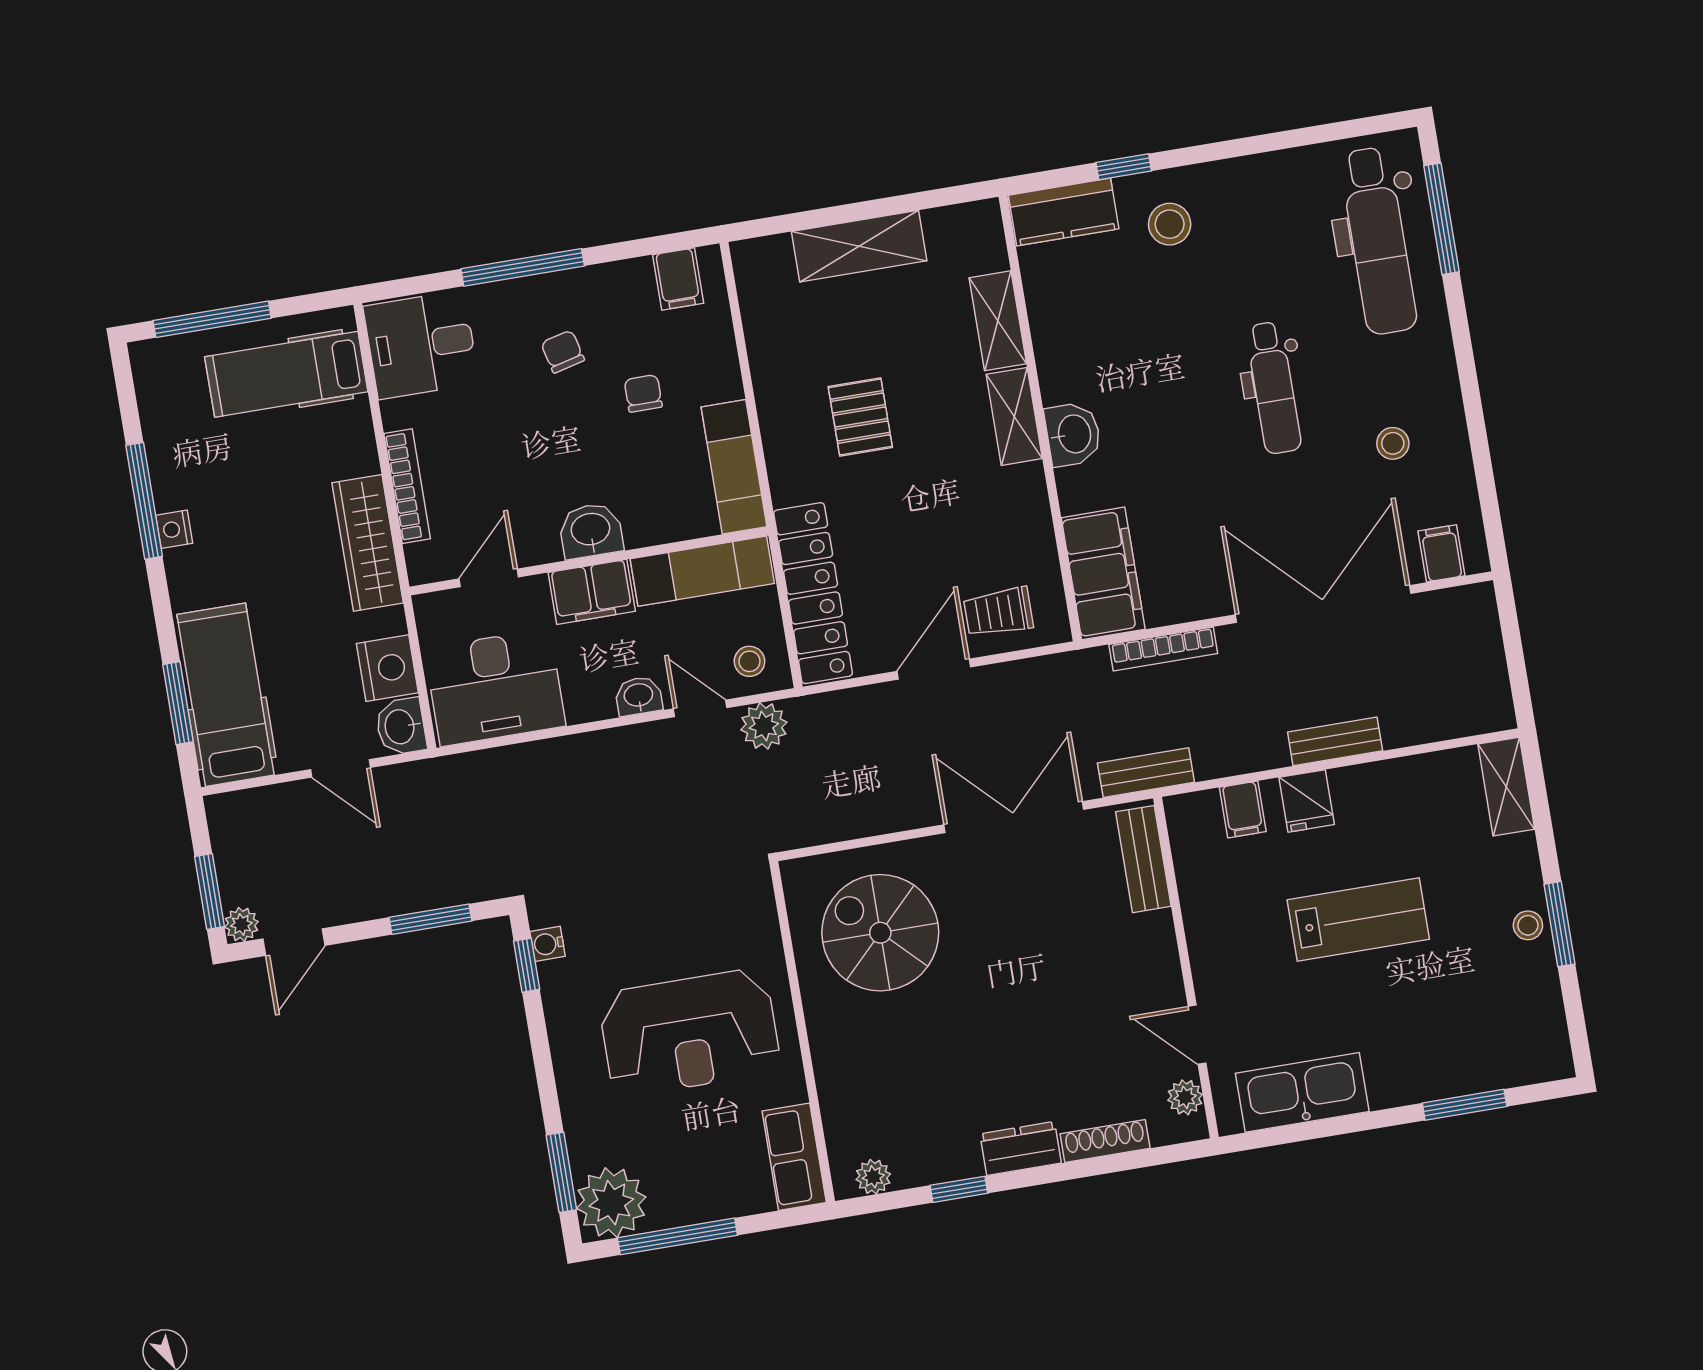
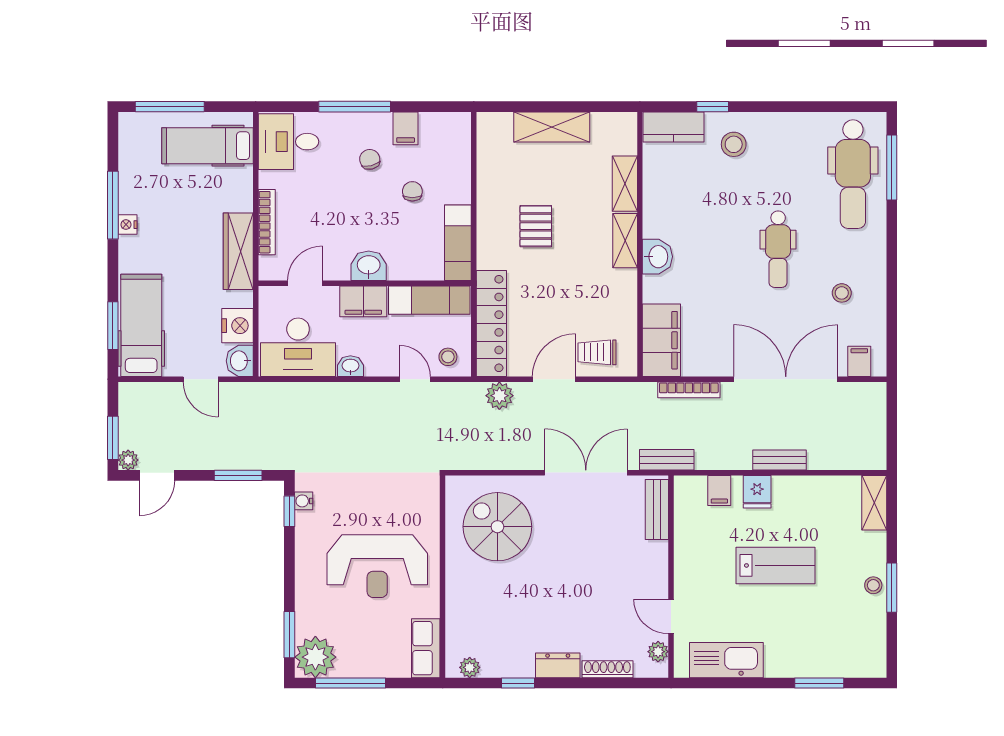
filing cabinet: (678, 279) -> (406, 128), moved
washbasin: (639, 696) -> (350, 366), moved
plant: (764, 726) -> (499, 396), moved

